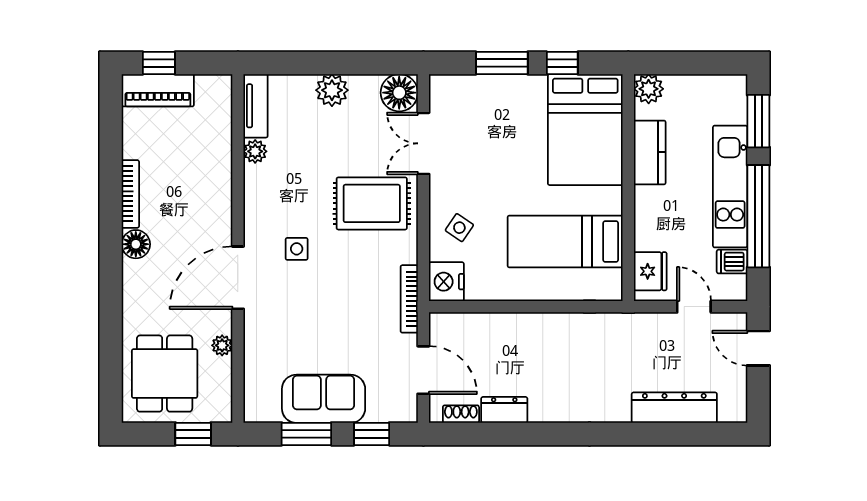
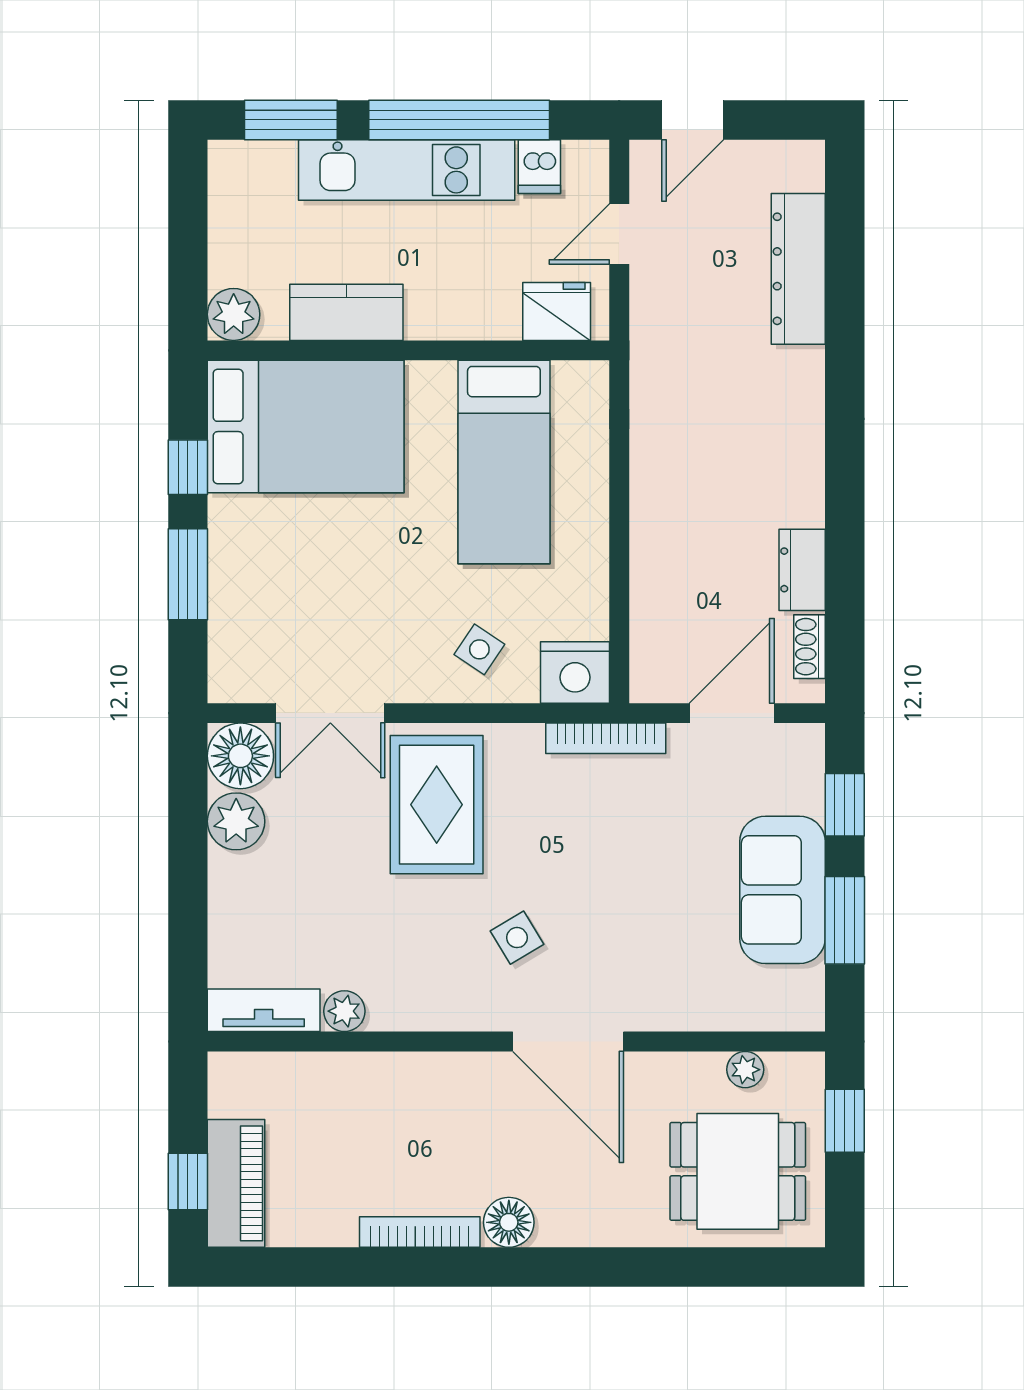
plant: (332, 90) -> (236, 821), moved
side table: (297, 249) -> (517, 938), turned -31
plant: (222, 345) -> (745, 1070), moved

